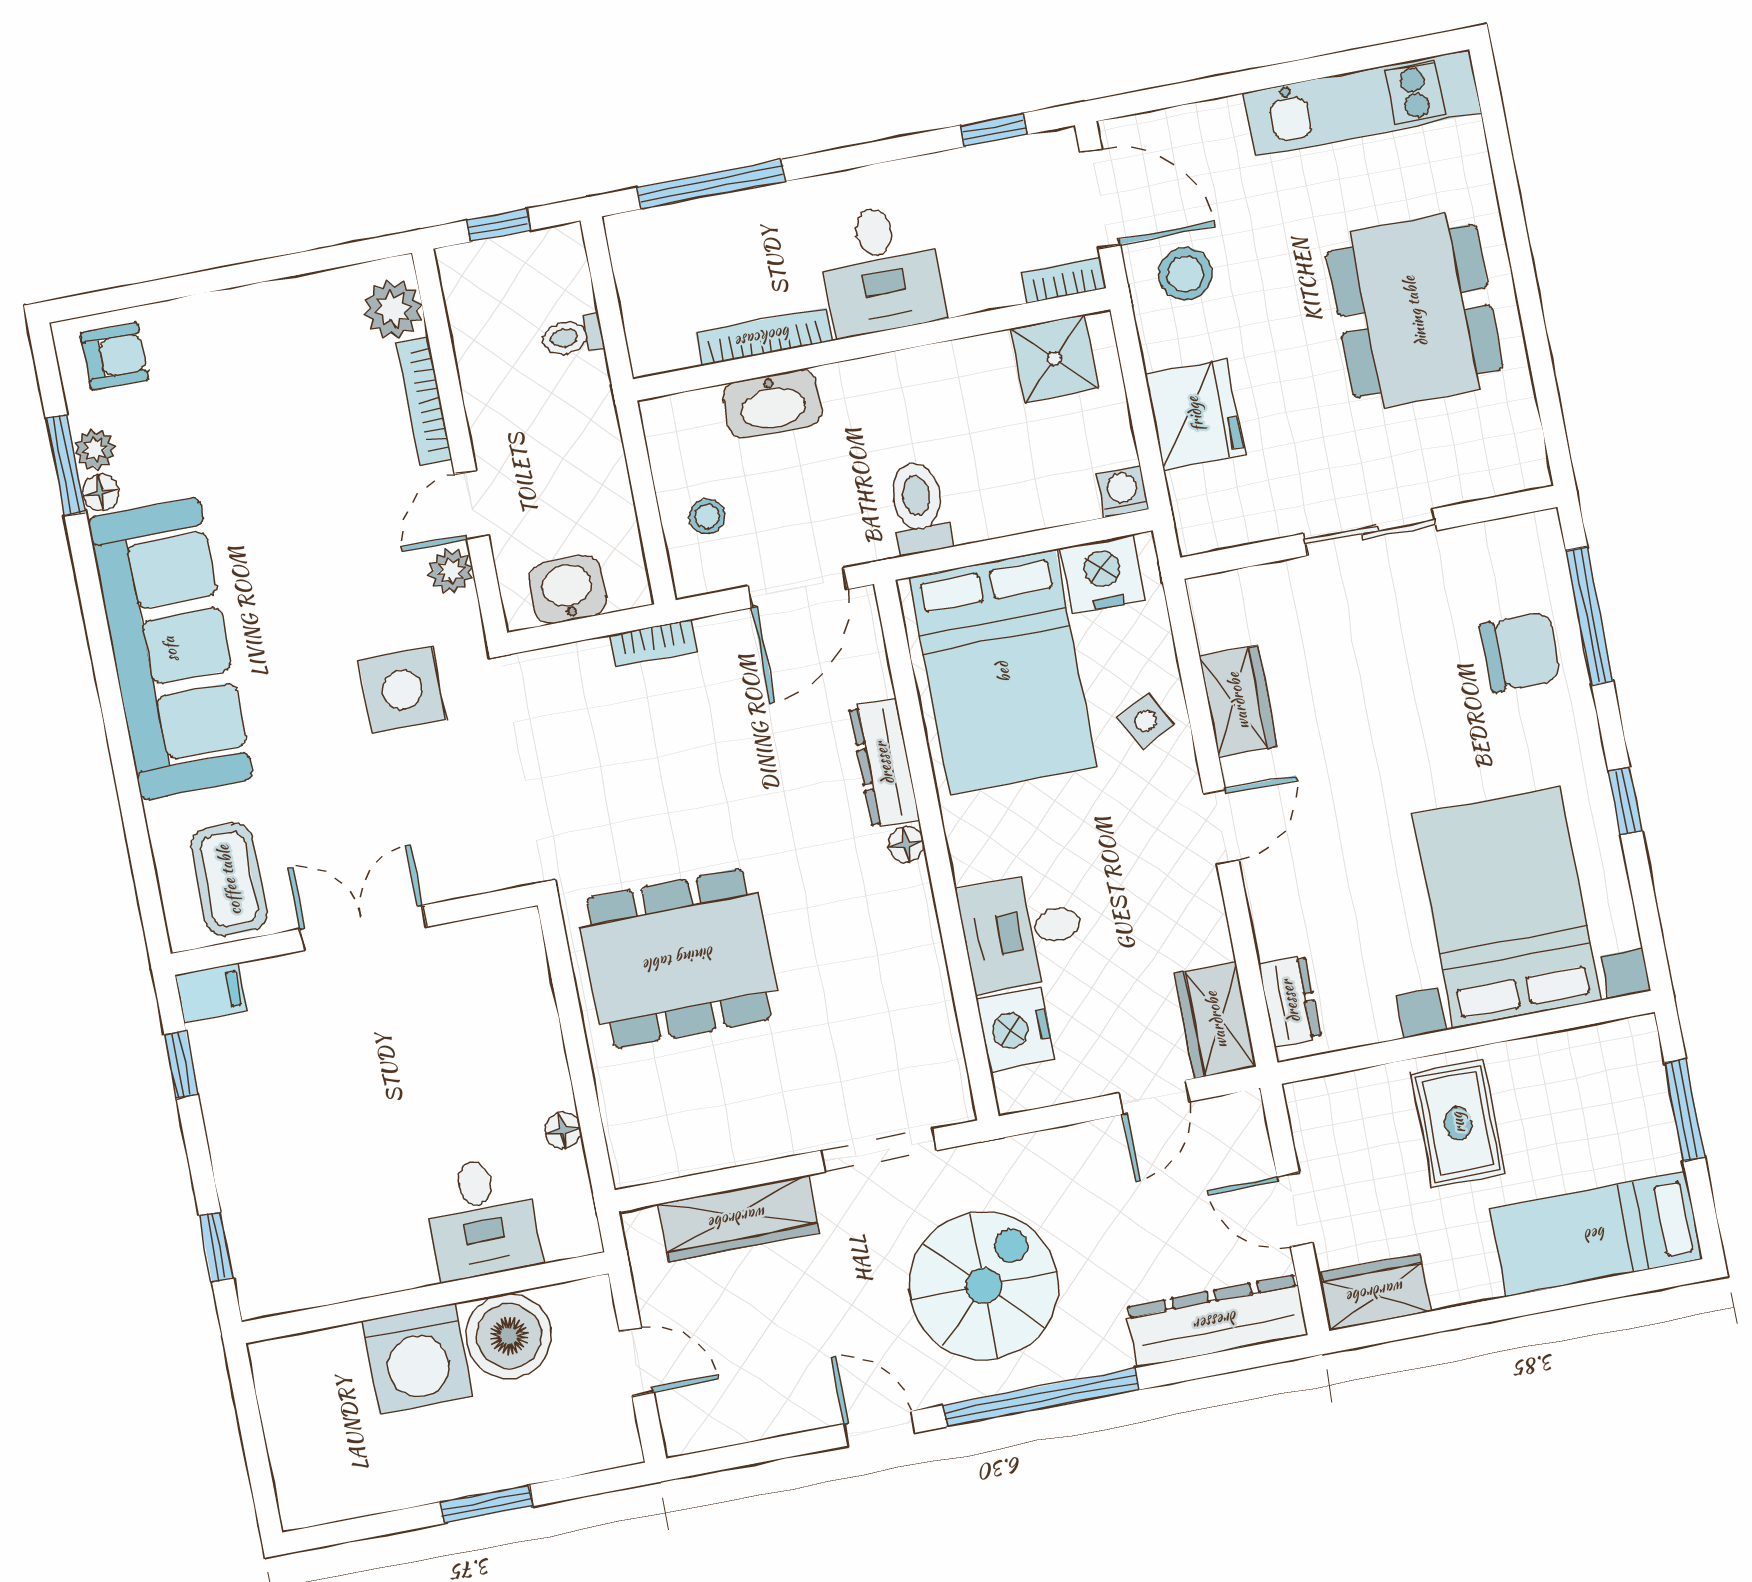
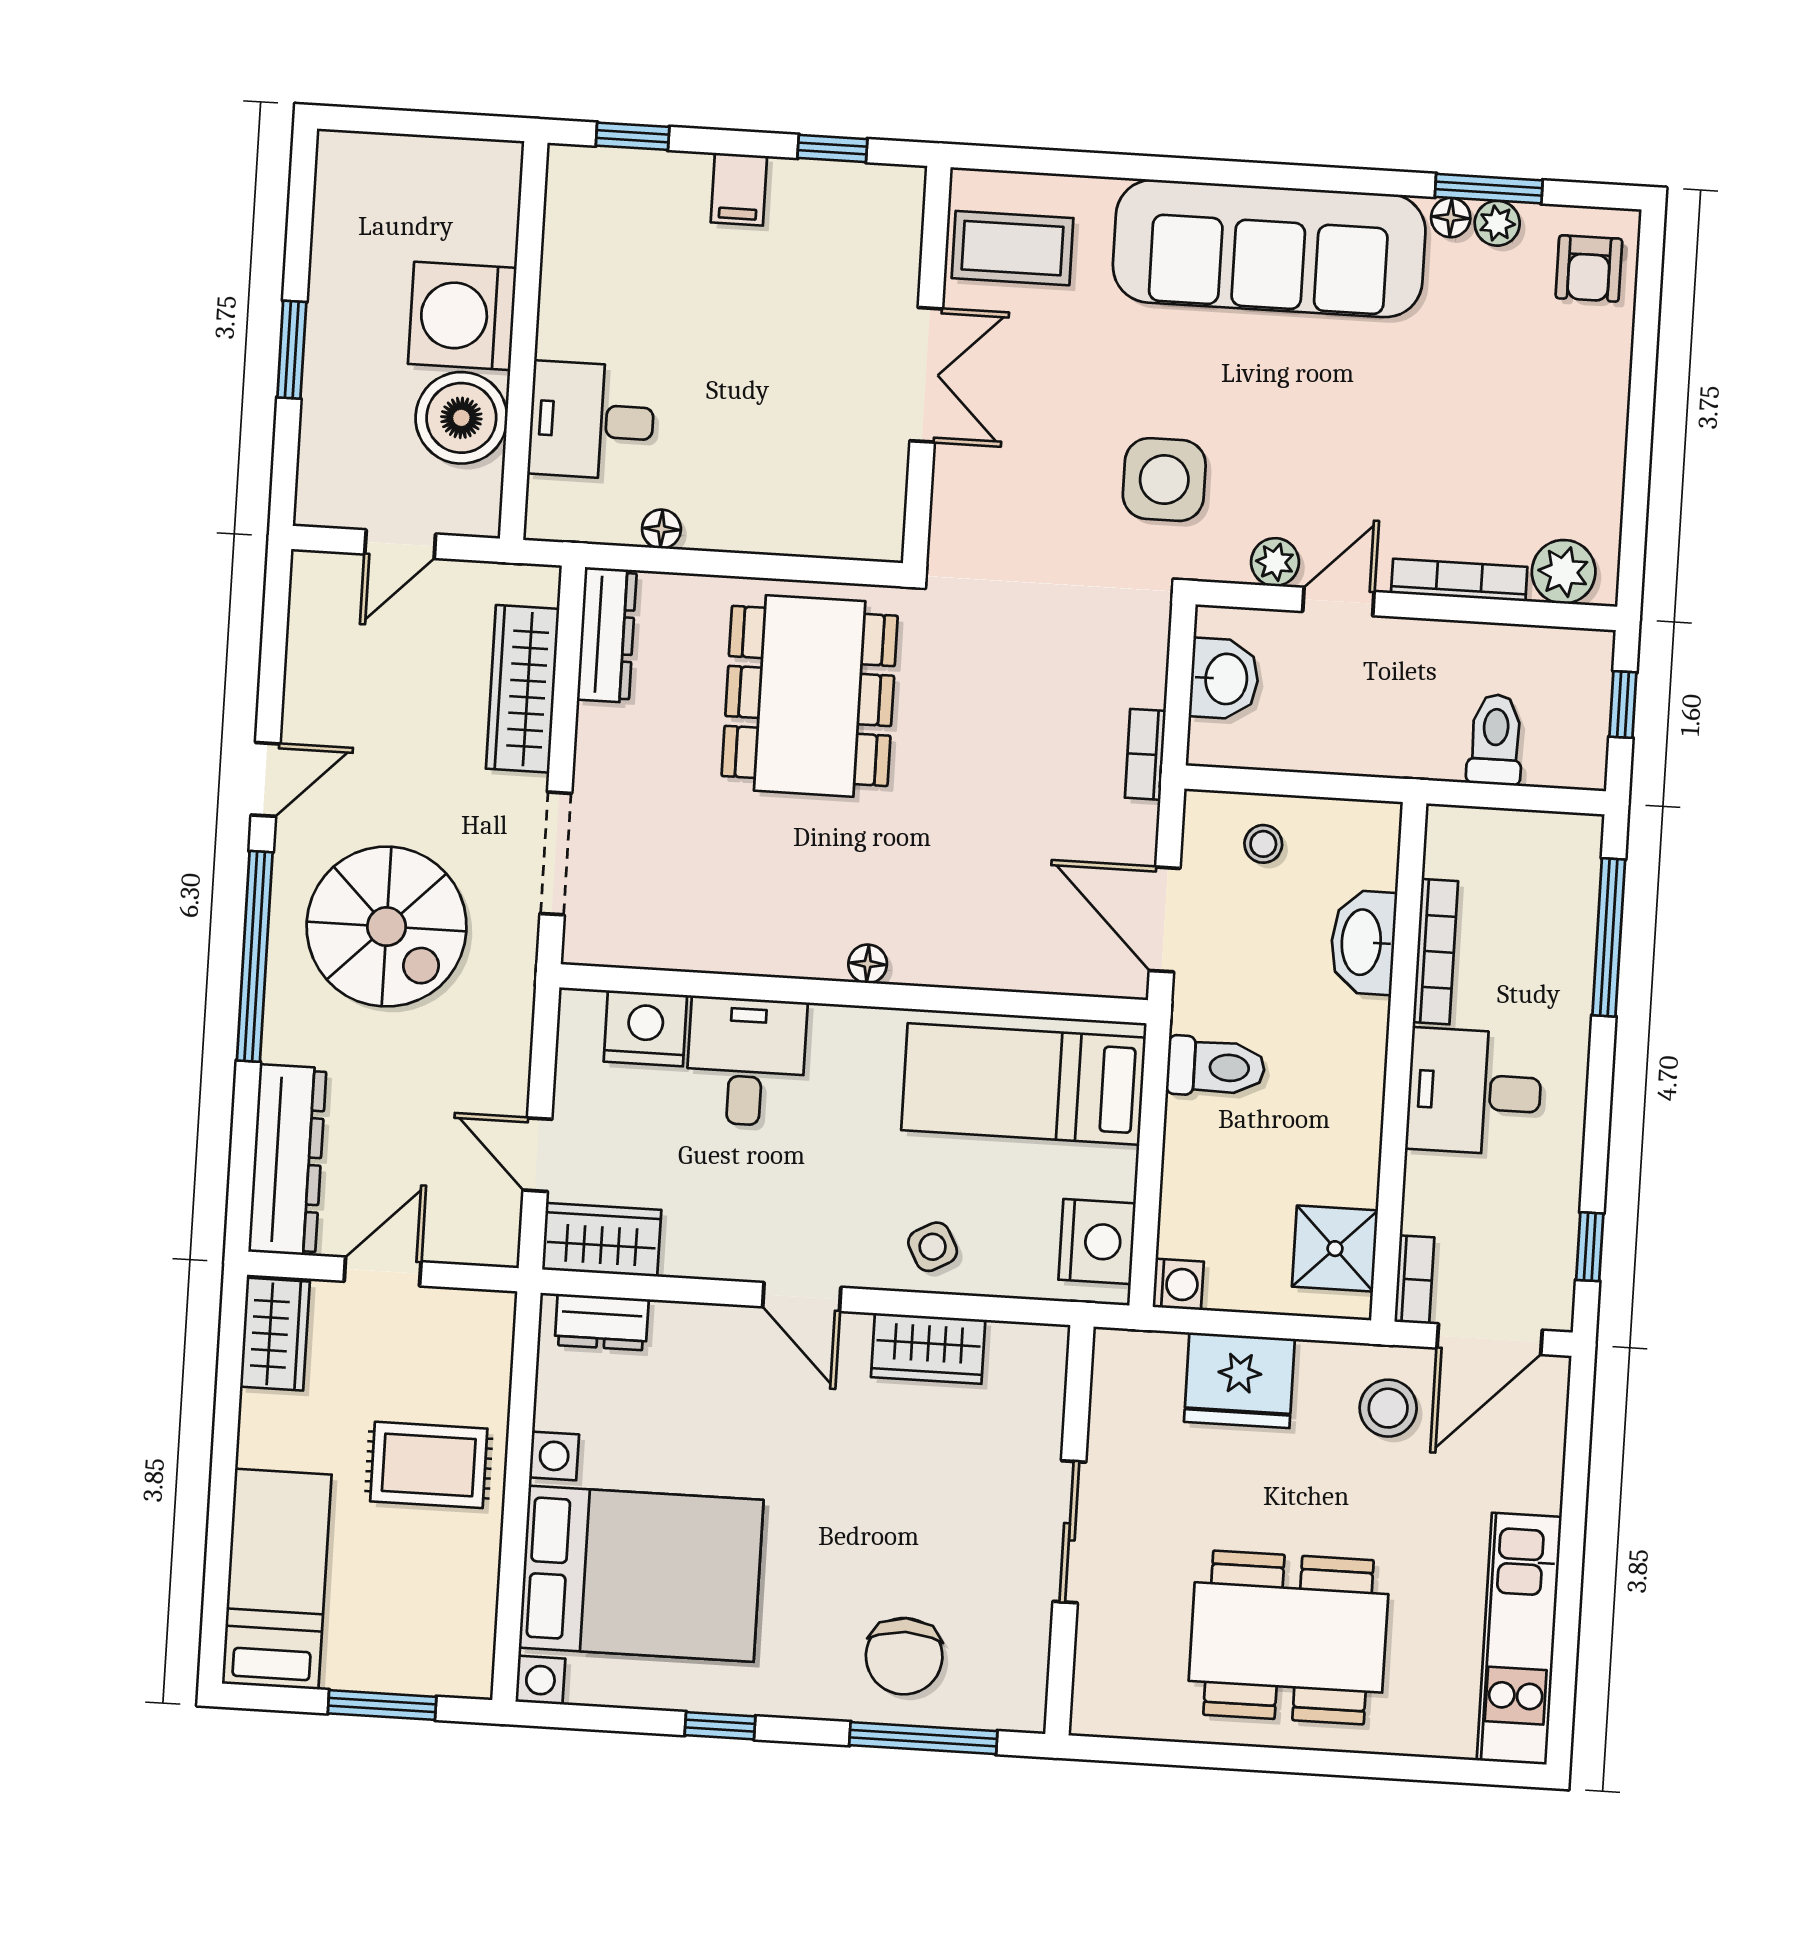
toilet: (572, 336) -> (1495, 740), width x1.37, depth x1.39
door: (472, 505) -> (1338, 601), hinge flipped
bed: (1003, 672) -> (1023, 1084), width x0.67
dresser: (884, 763) -> (607, 635), moved, turned 90
filing cabinet: (211, 993) -> (739, 189), moved

